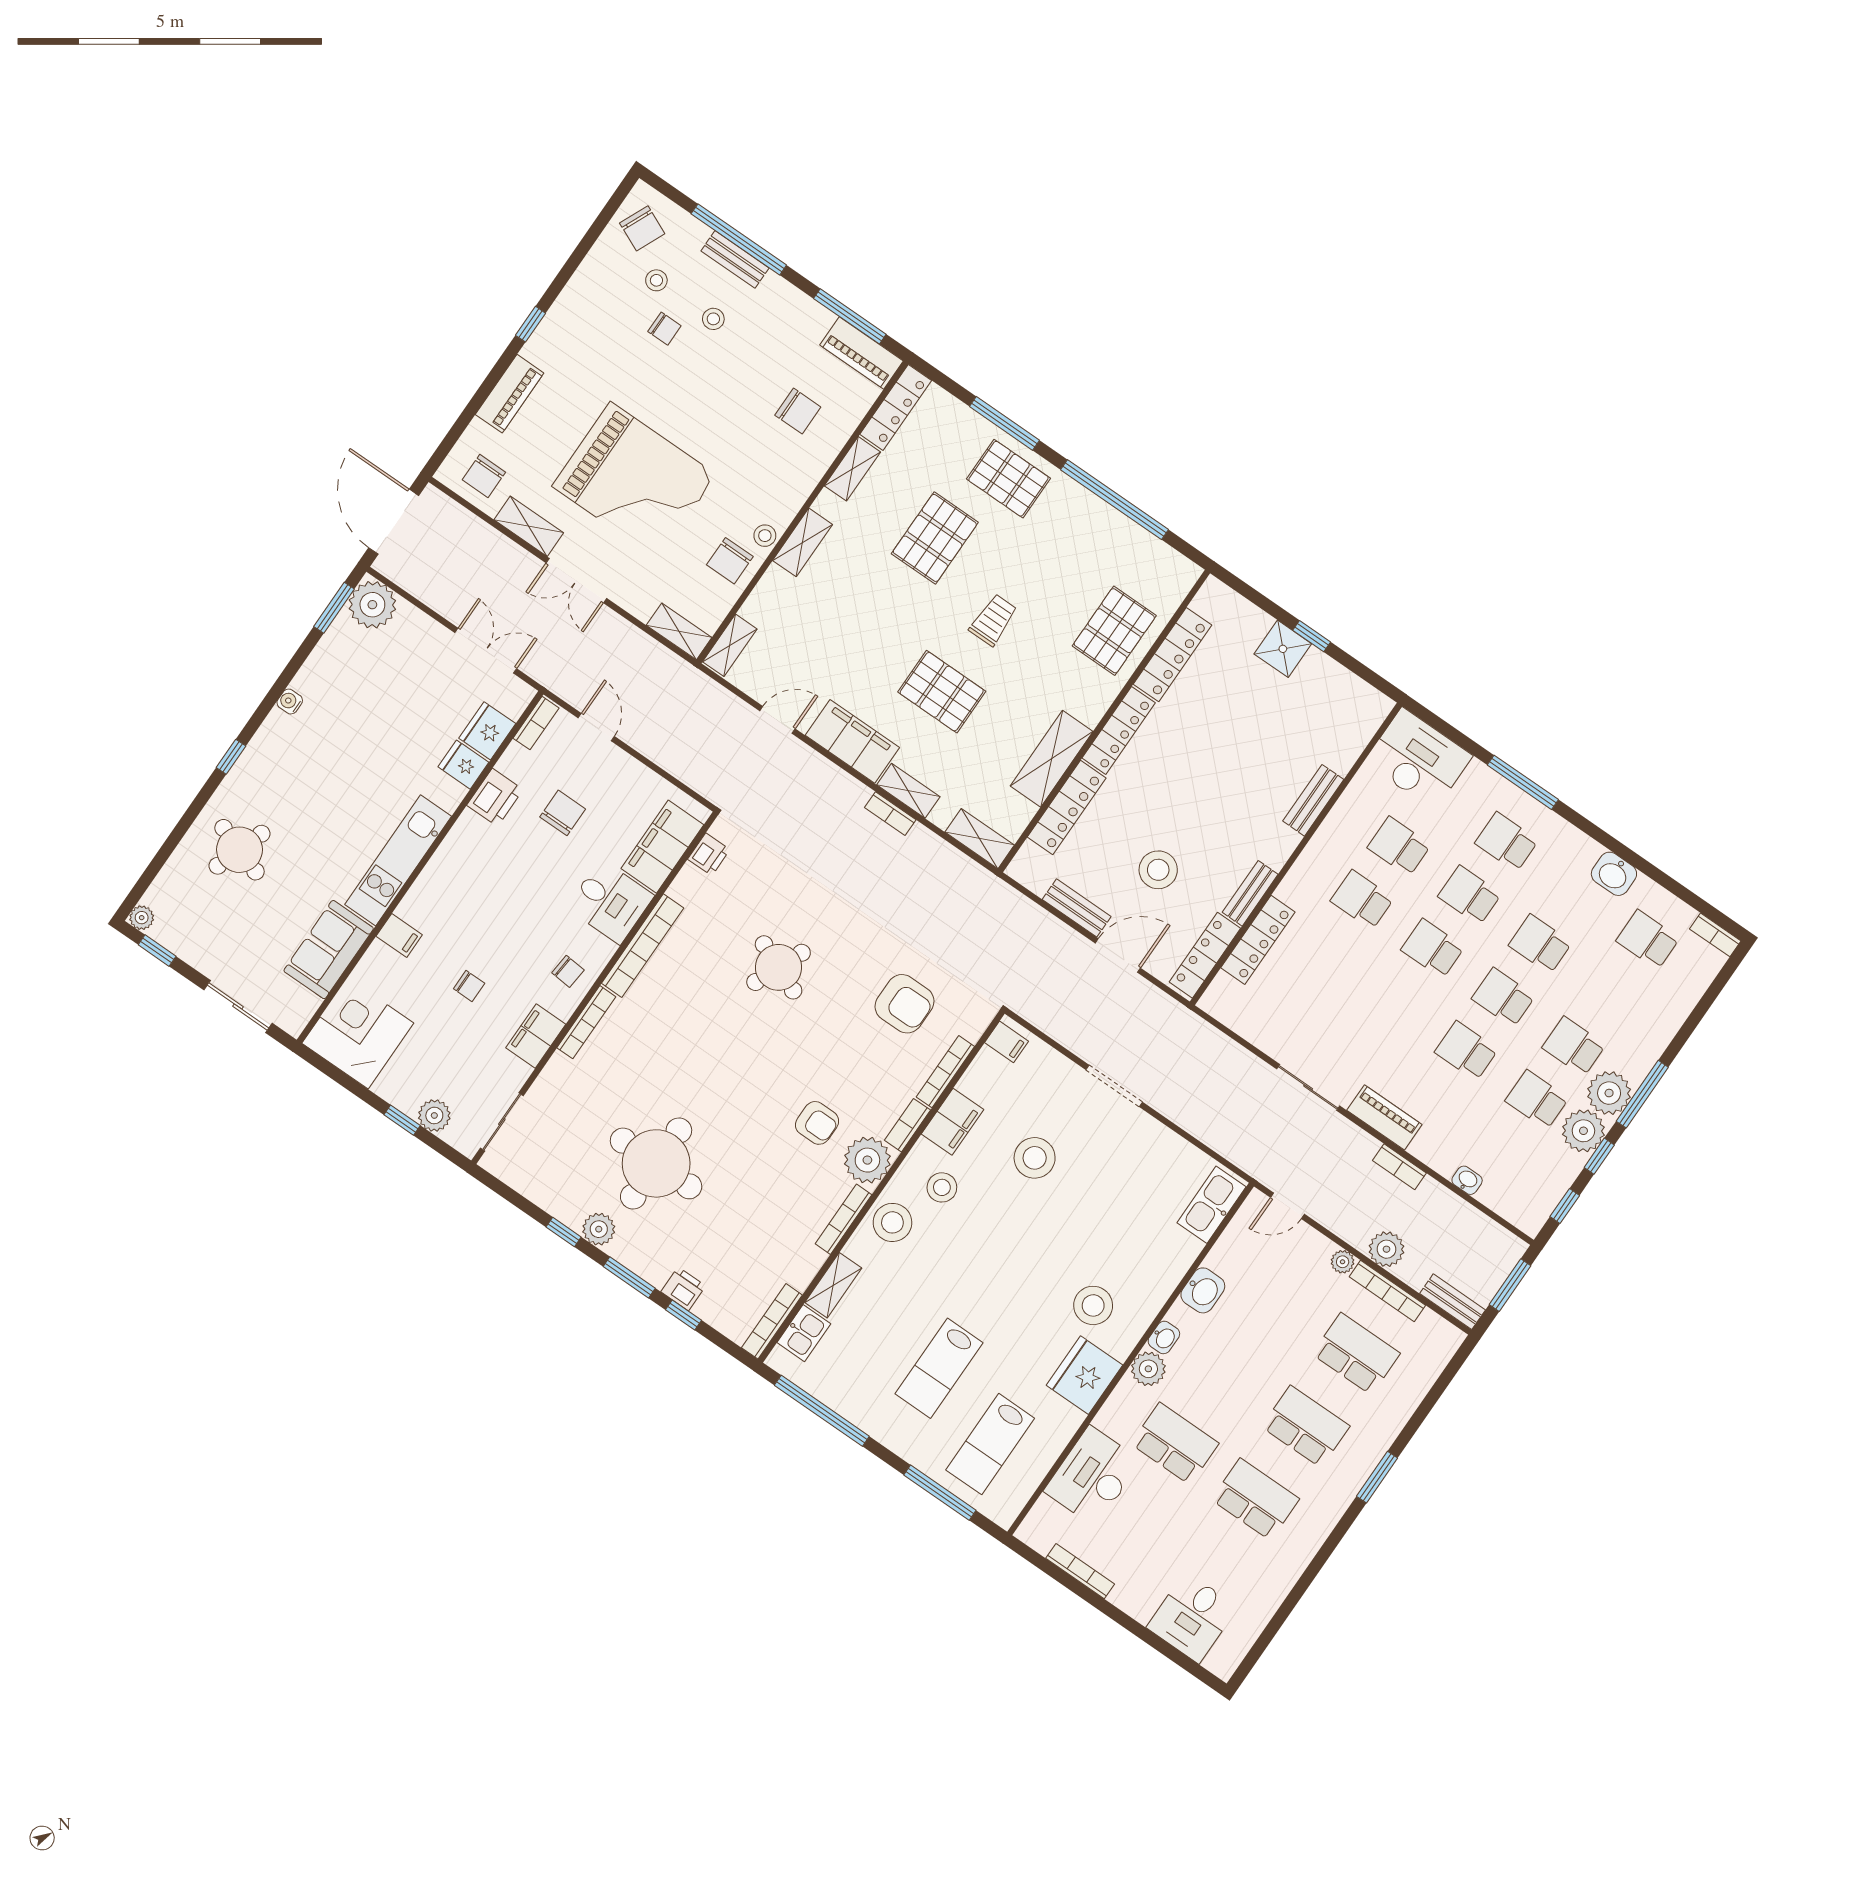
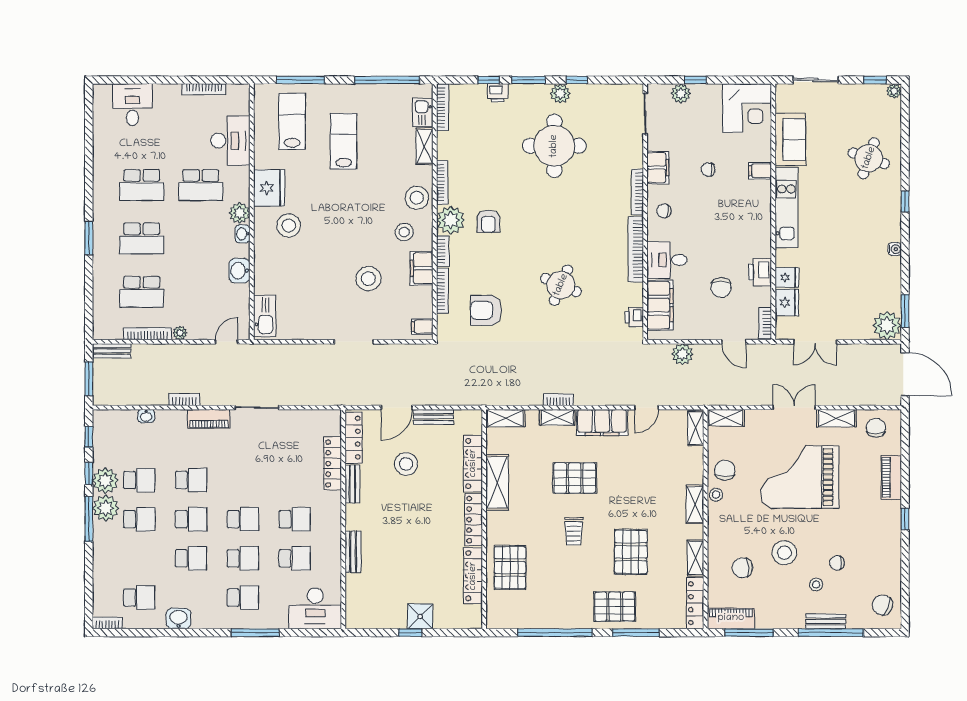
stool: (656, 280) -> (784, 553), moved, width x1.89, depth x1.89
armchair: (817, 1123) -> (488, 221), turned -90
plant: (1386, 1249) -> (682, 354), moved

